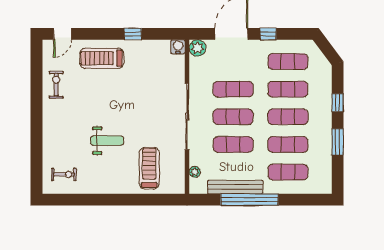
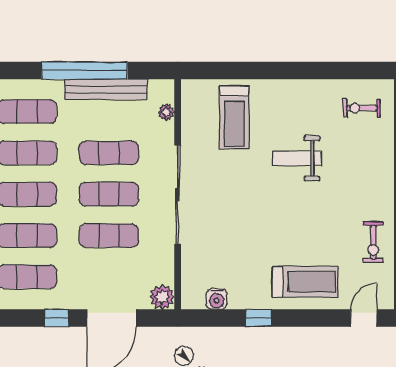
water cooler: (178, 47) -> (217, 299), moved

